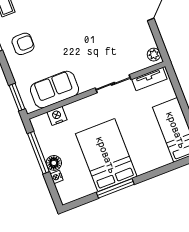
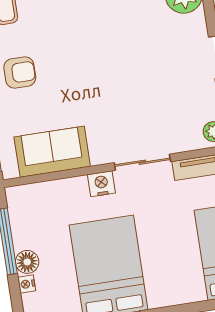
nightstand: (57, 116) -> (101, 184), moved

